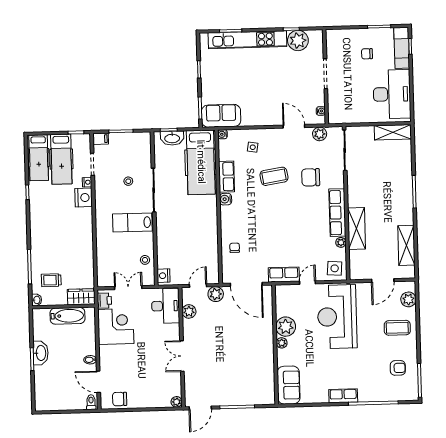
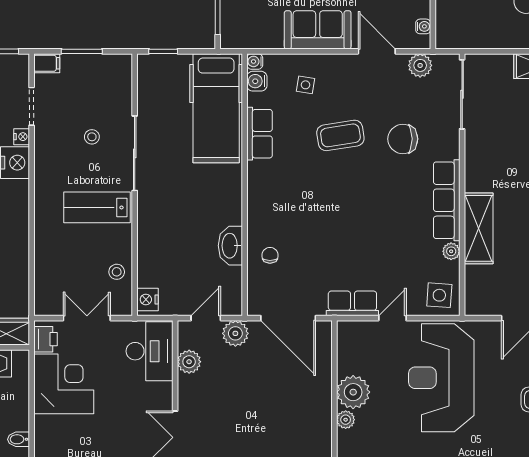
sofa: (221, 116) -> (318, 30), moved
washbasin: (172, 138) -> (230, 246), moved, turned 90
water cooler: (226, 199) -> (257, 81), moved

